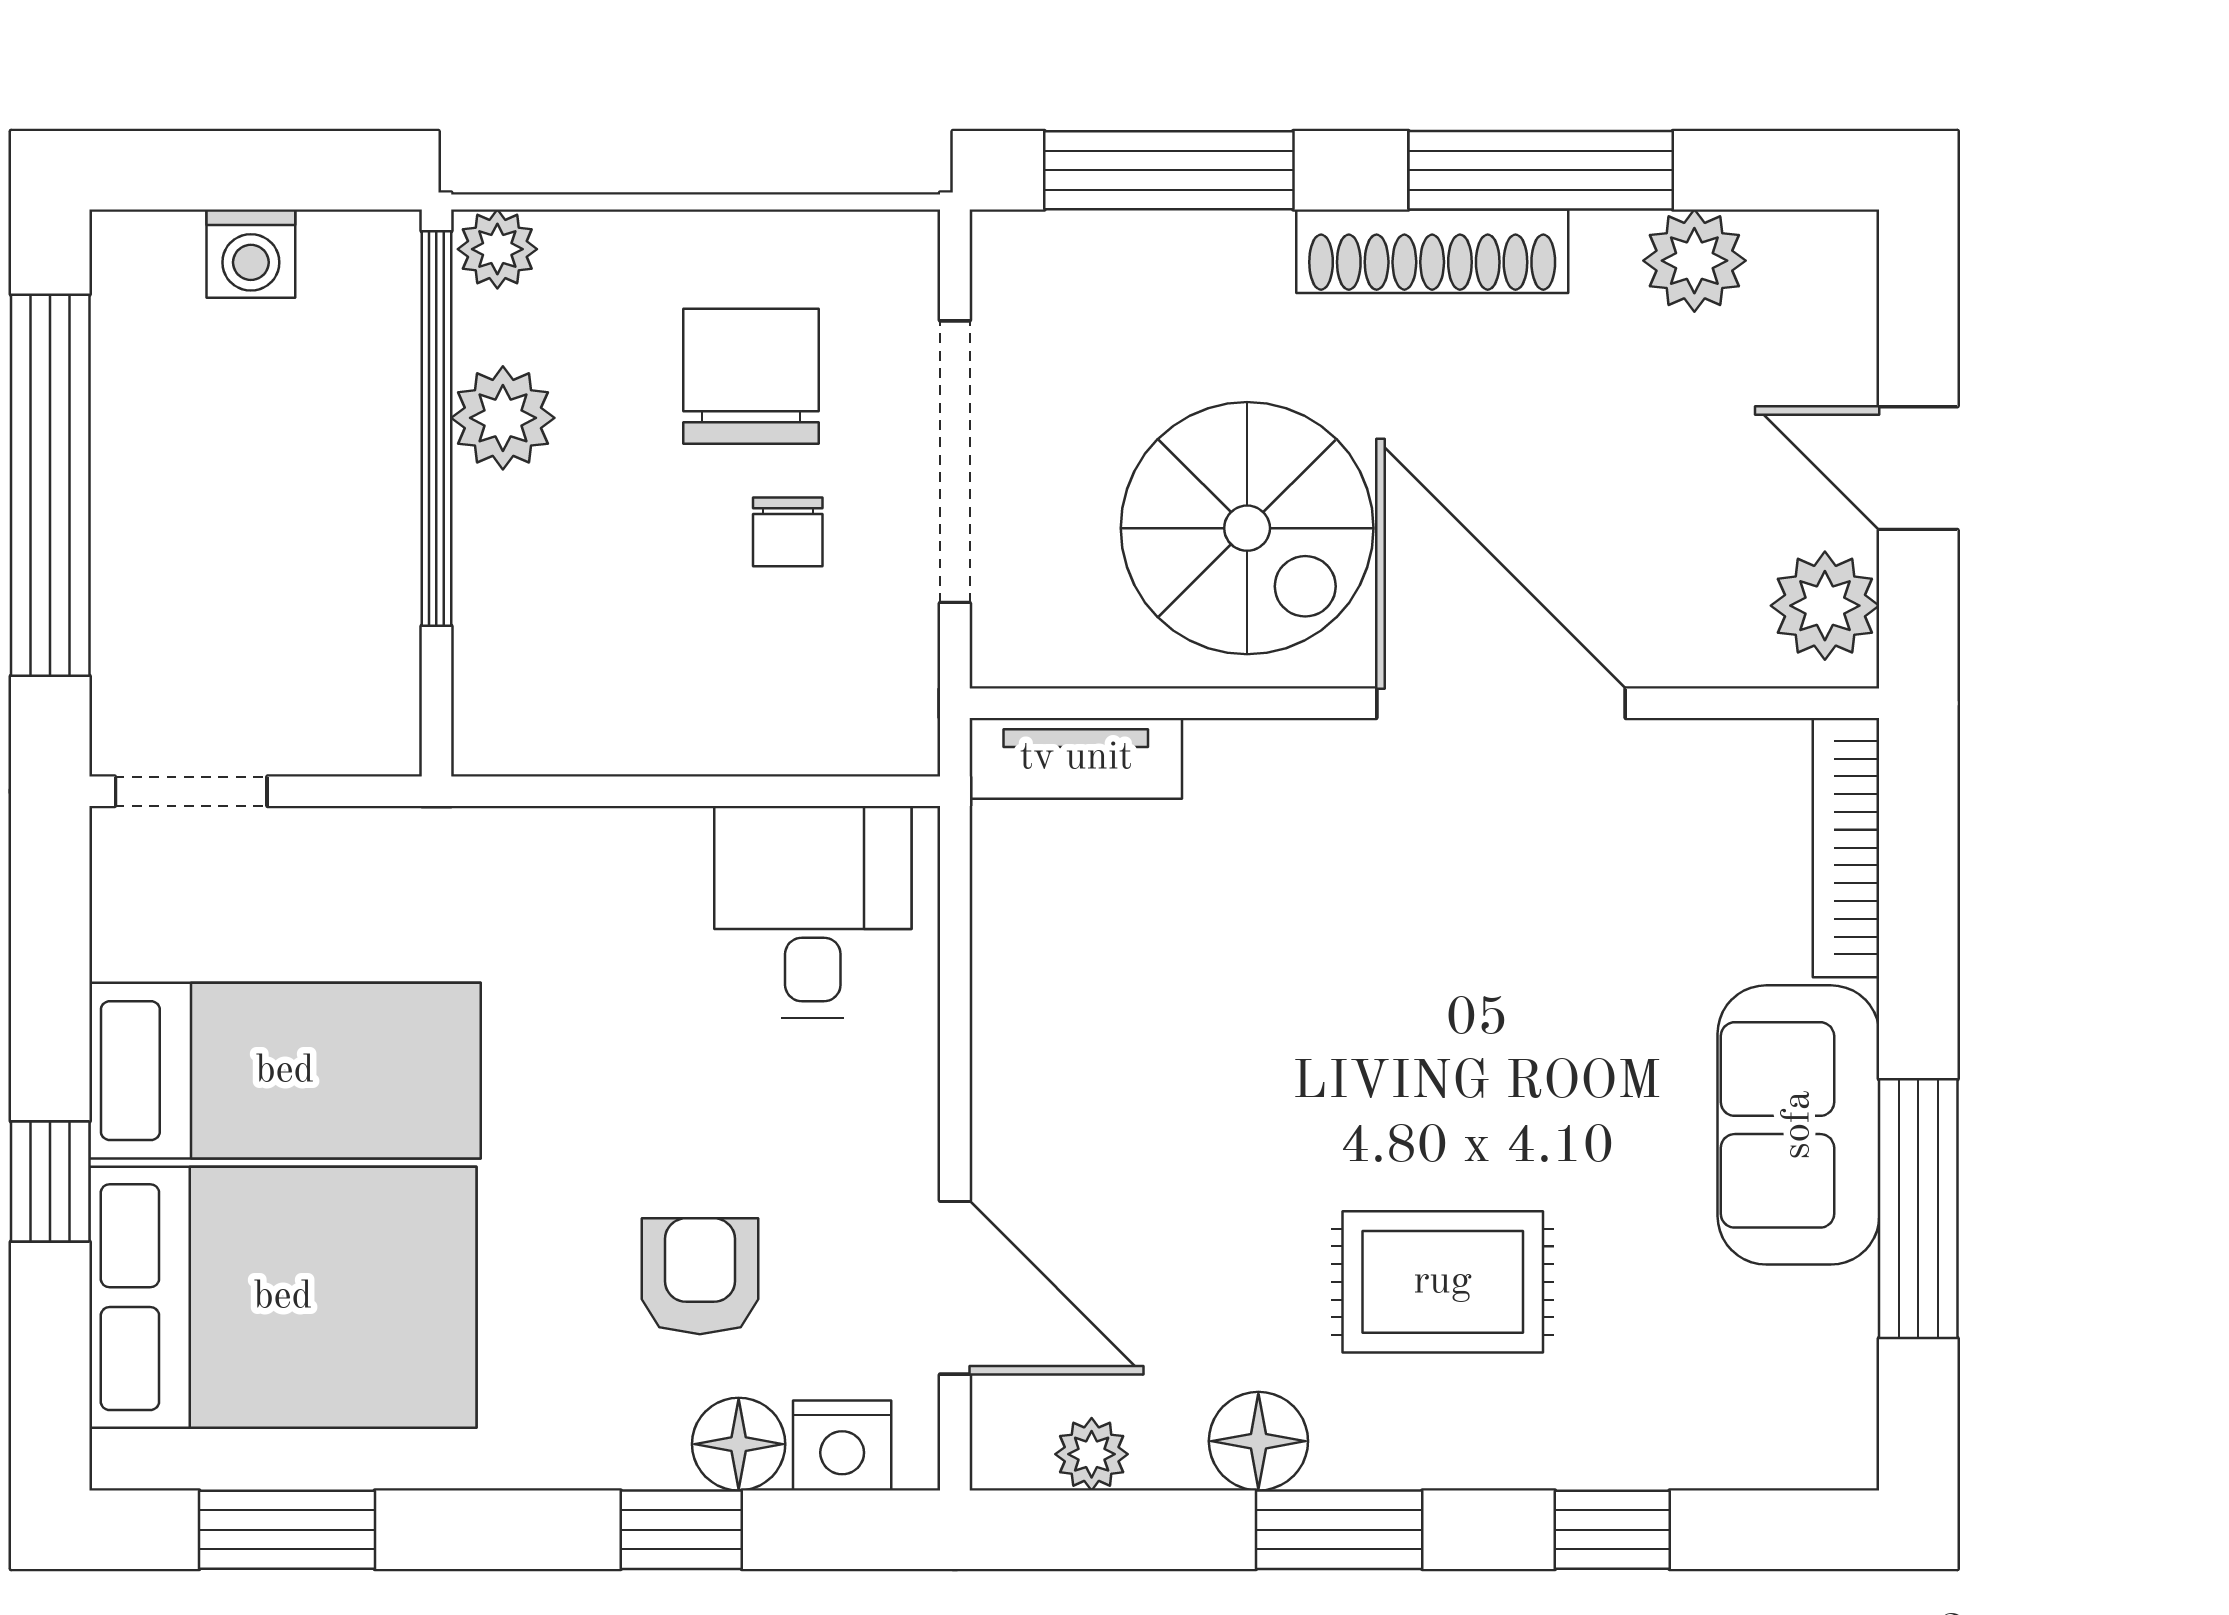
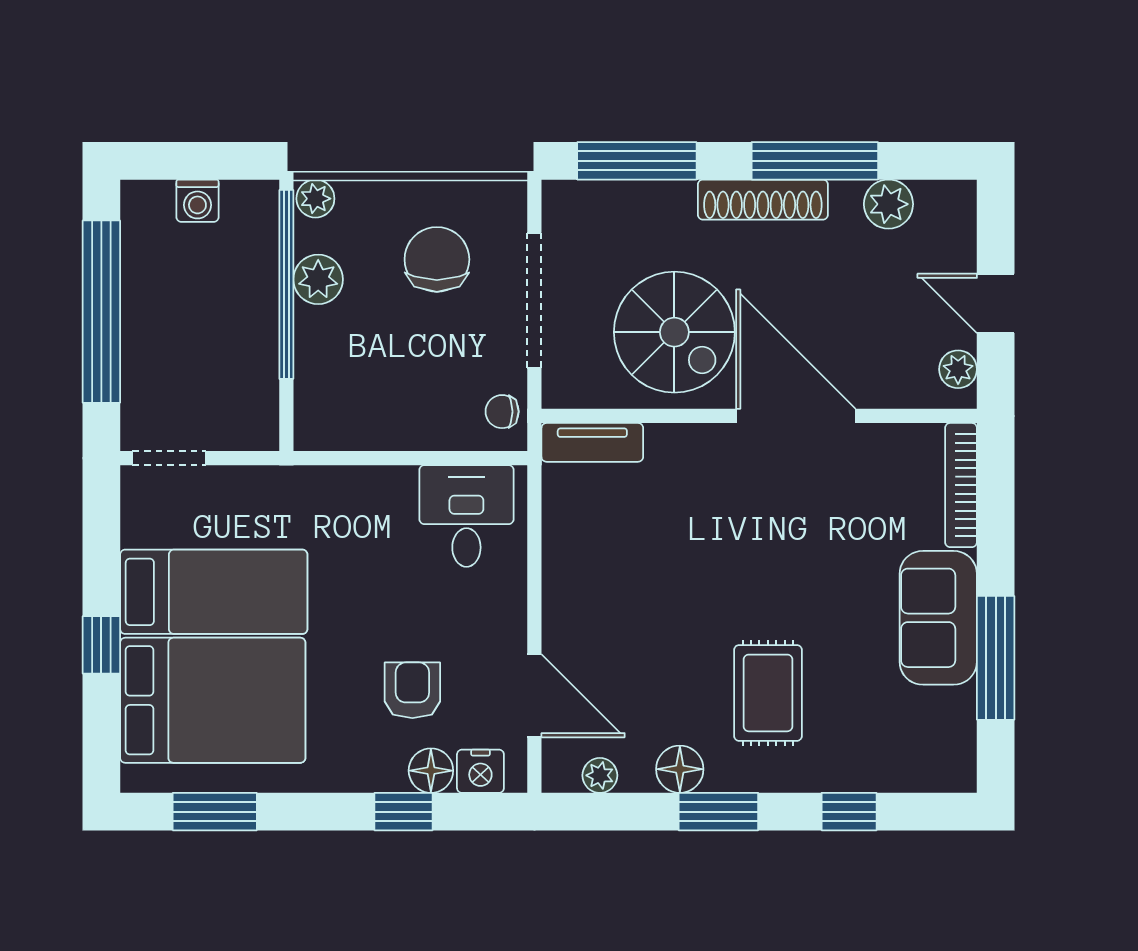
chair: (788, 532) -> (502, 412), moved, turned 90
plant: (1825, 606) -> (958, 369), width x0.73, depth x0.73
rug: (1443, 1282) -> (768, 693), turned 90

